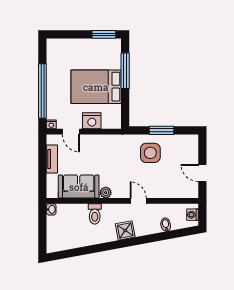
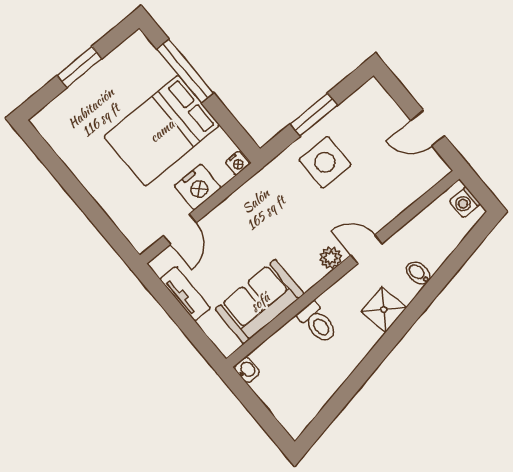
window: (104, 34) -> (79, 67), moved
window: (42, 91) -> (87, 204), removed
nightstand: (51, 124) -> (237, 163), moved
door: (71, 132) -> (180, 229), hinge flipped
plant: (106, 193) -> (331, 258), moved
bidet: (166, 225) -> (418, 273), moved

